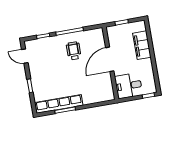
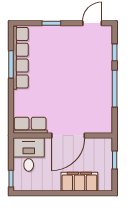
wheelchair: (74, 51) -> (88, 90), removed
door: (110, 59) -> (68, 136), swing flipped
row of seats: (107, 88) -> (30, 125), added

